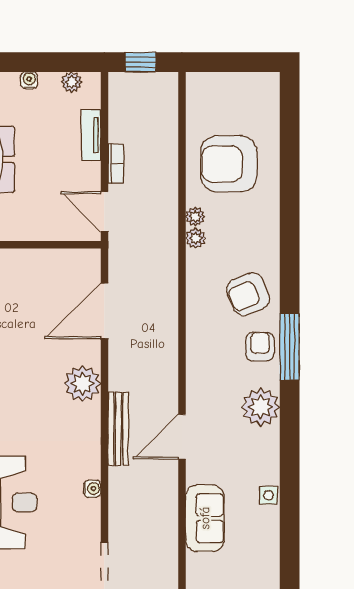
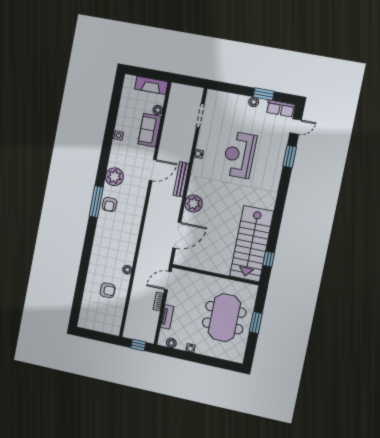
armchair: (229, 164) -> (108, 290), width x0.53, depth x0.53
door: (104, 212) -> (168, 281), swing flipped
plant: (196, 238) -> (158, 110), moved
armchair: (248, 294) -> (110, 229), removed

